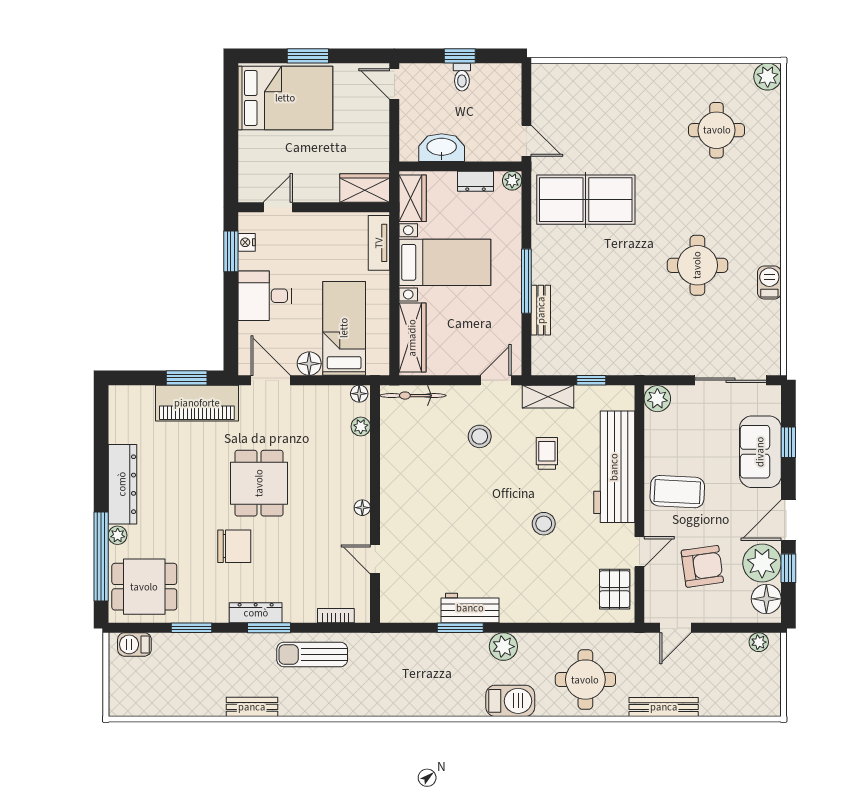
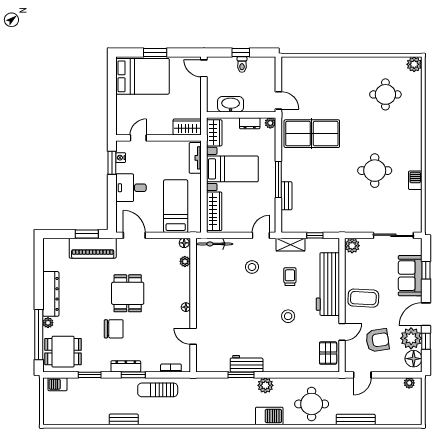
floor lamp: (309, 364) -> (156, 226), removed

